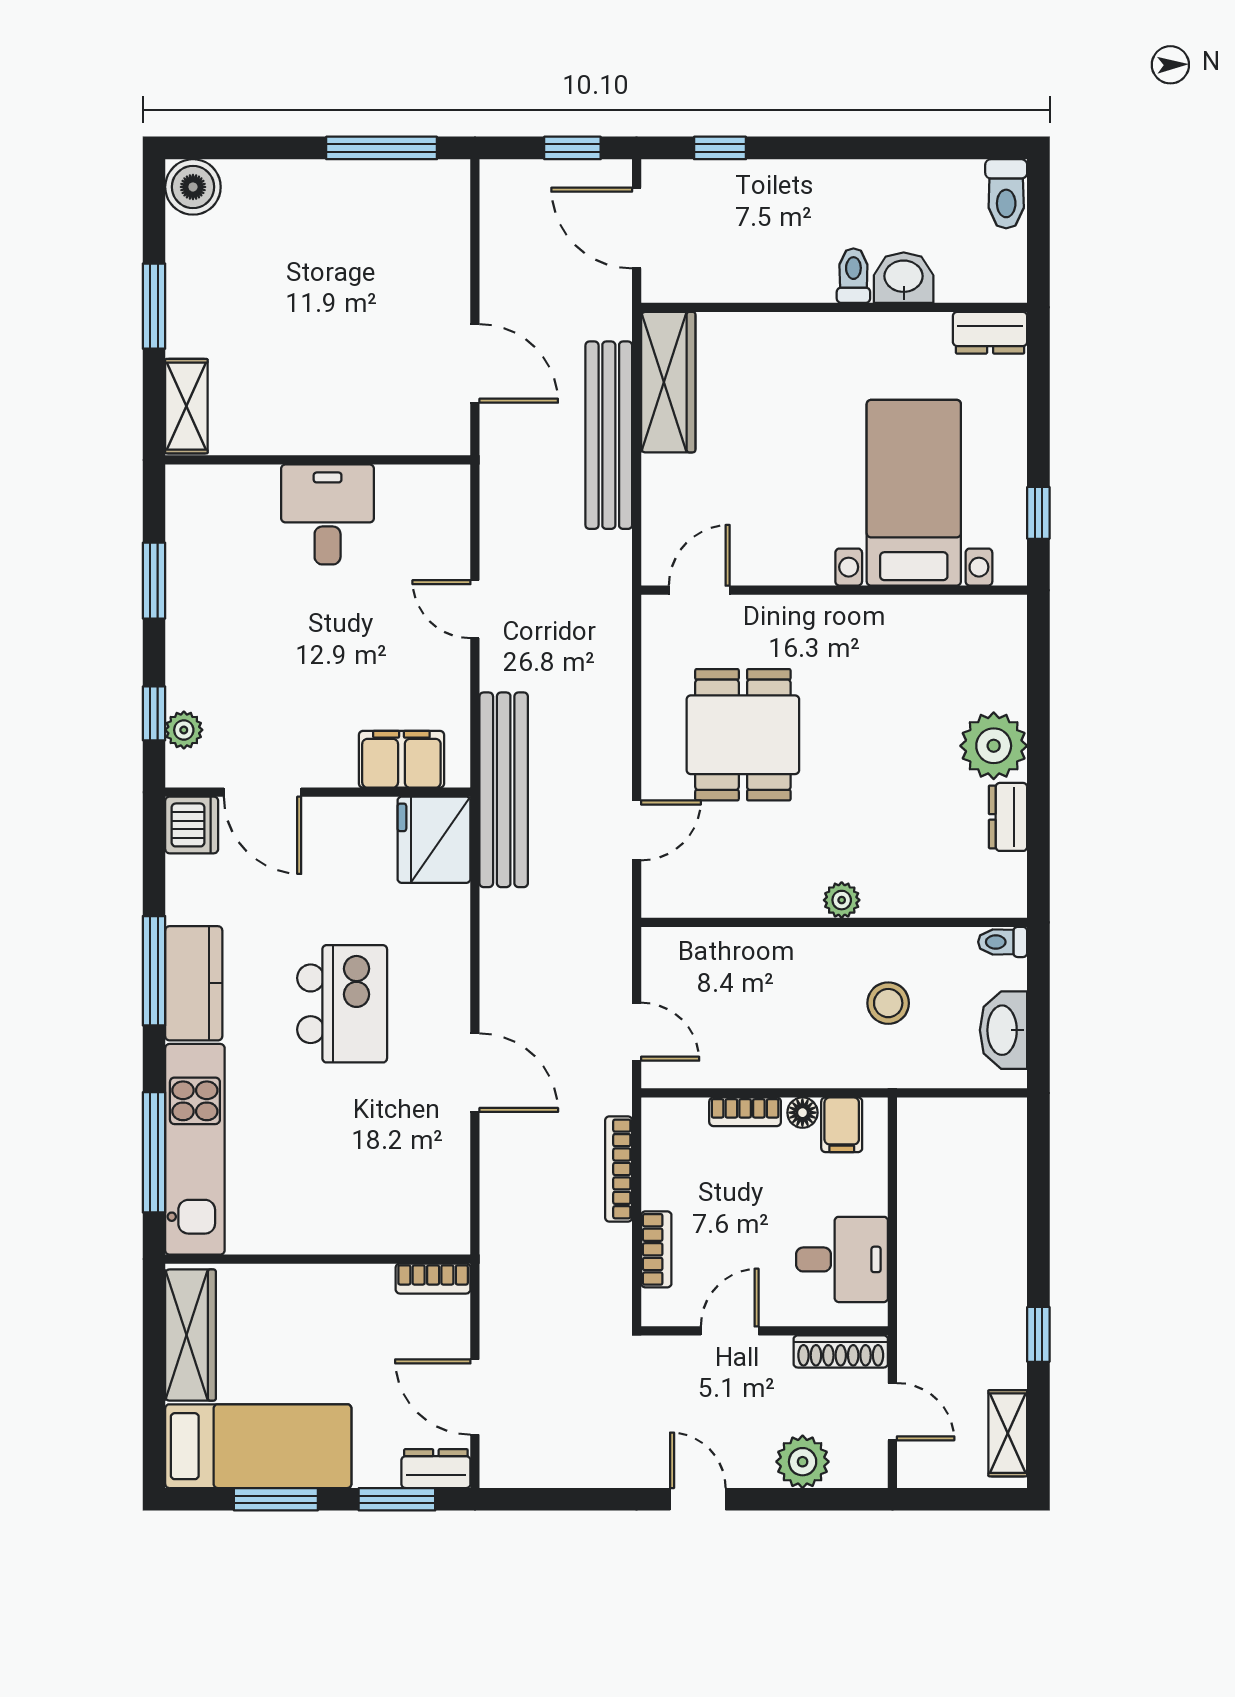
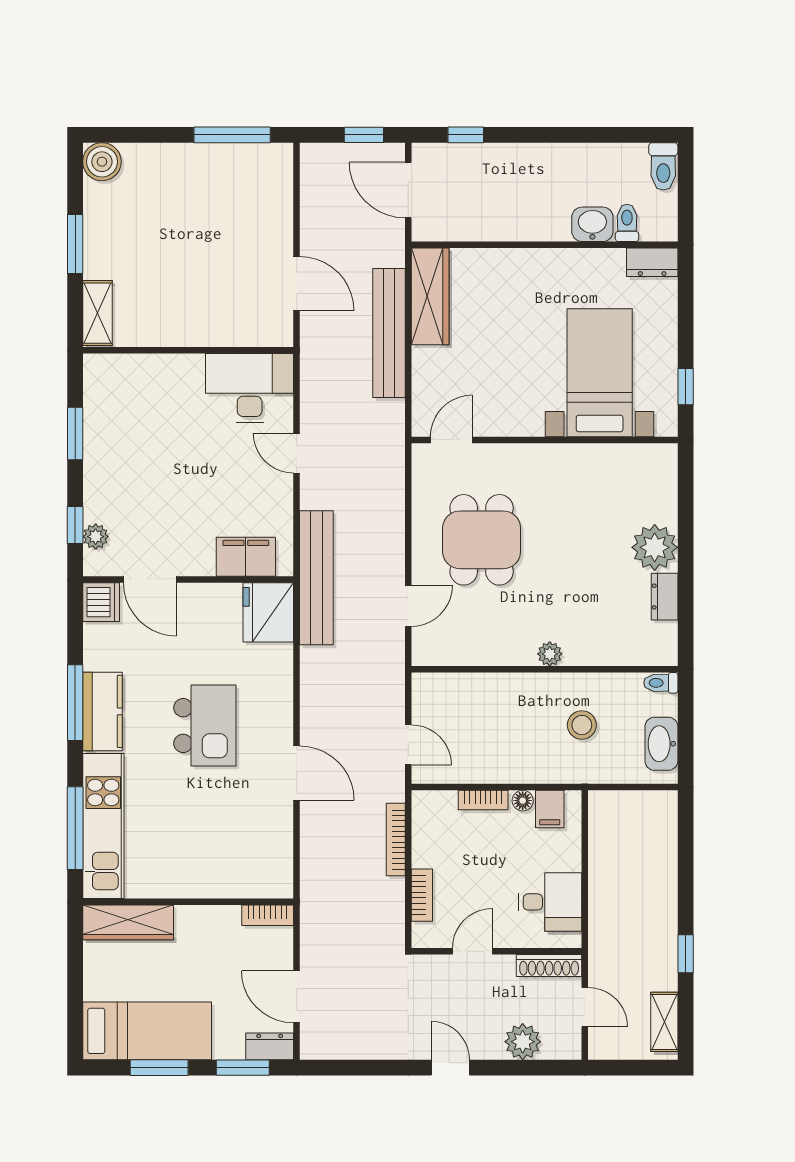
toilet: (853, 276) -> (627, 223), moved
desk: (328, 514) -> (250, 388), moved, width x1.37
wardrobe: (191, 1335) -> (128, 922), moved, turned 90

